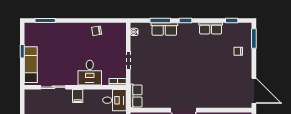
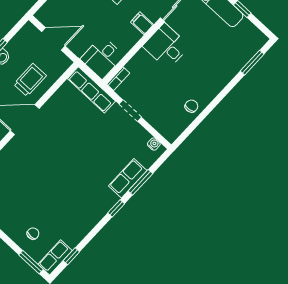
row of seats: (211, 28) -> (55, 257), moved
desk: (90, 73) -> (166, 46), moved
row of seats: (136, 96) -> (91, 90), width x1.48

